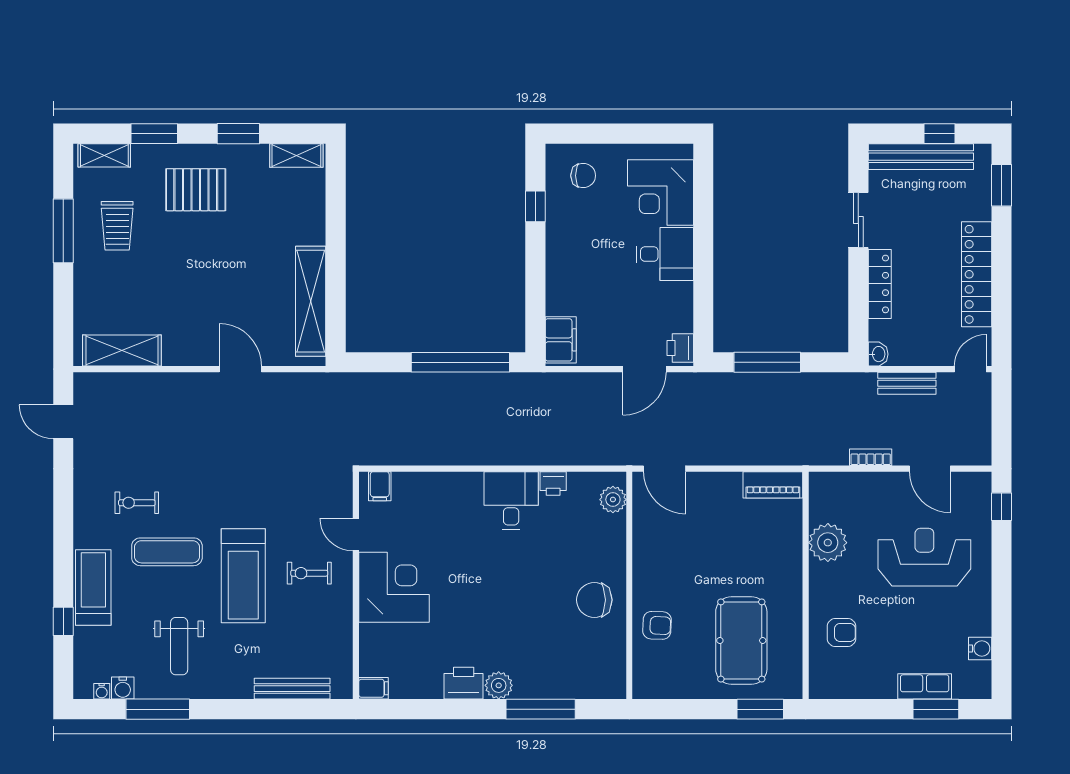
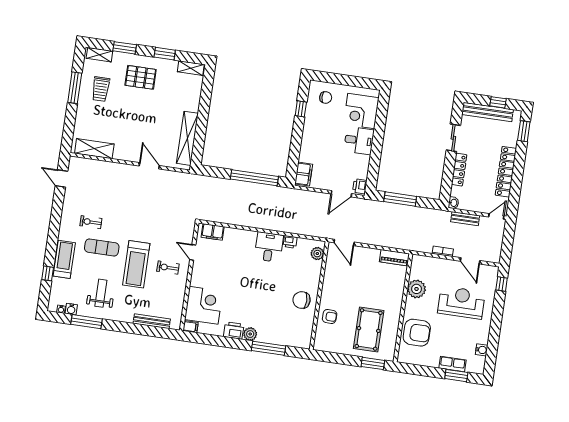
filing cabinet: (380, 486) -> (213, 232), width x2.00
corner desk: (394, 587) -> (204, 305), moved
armchair: (841, 632) -> (417, 333), width x1.88, depth x1.88
weight bench: (179, 646) -> (101, 293), turned 180

